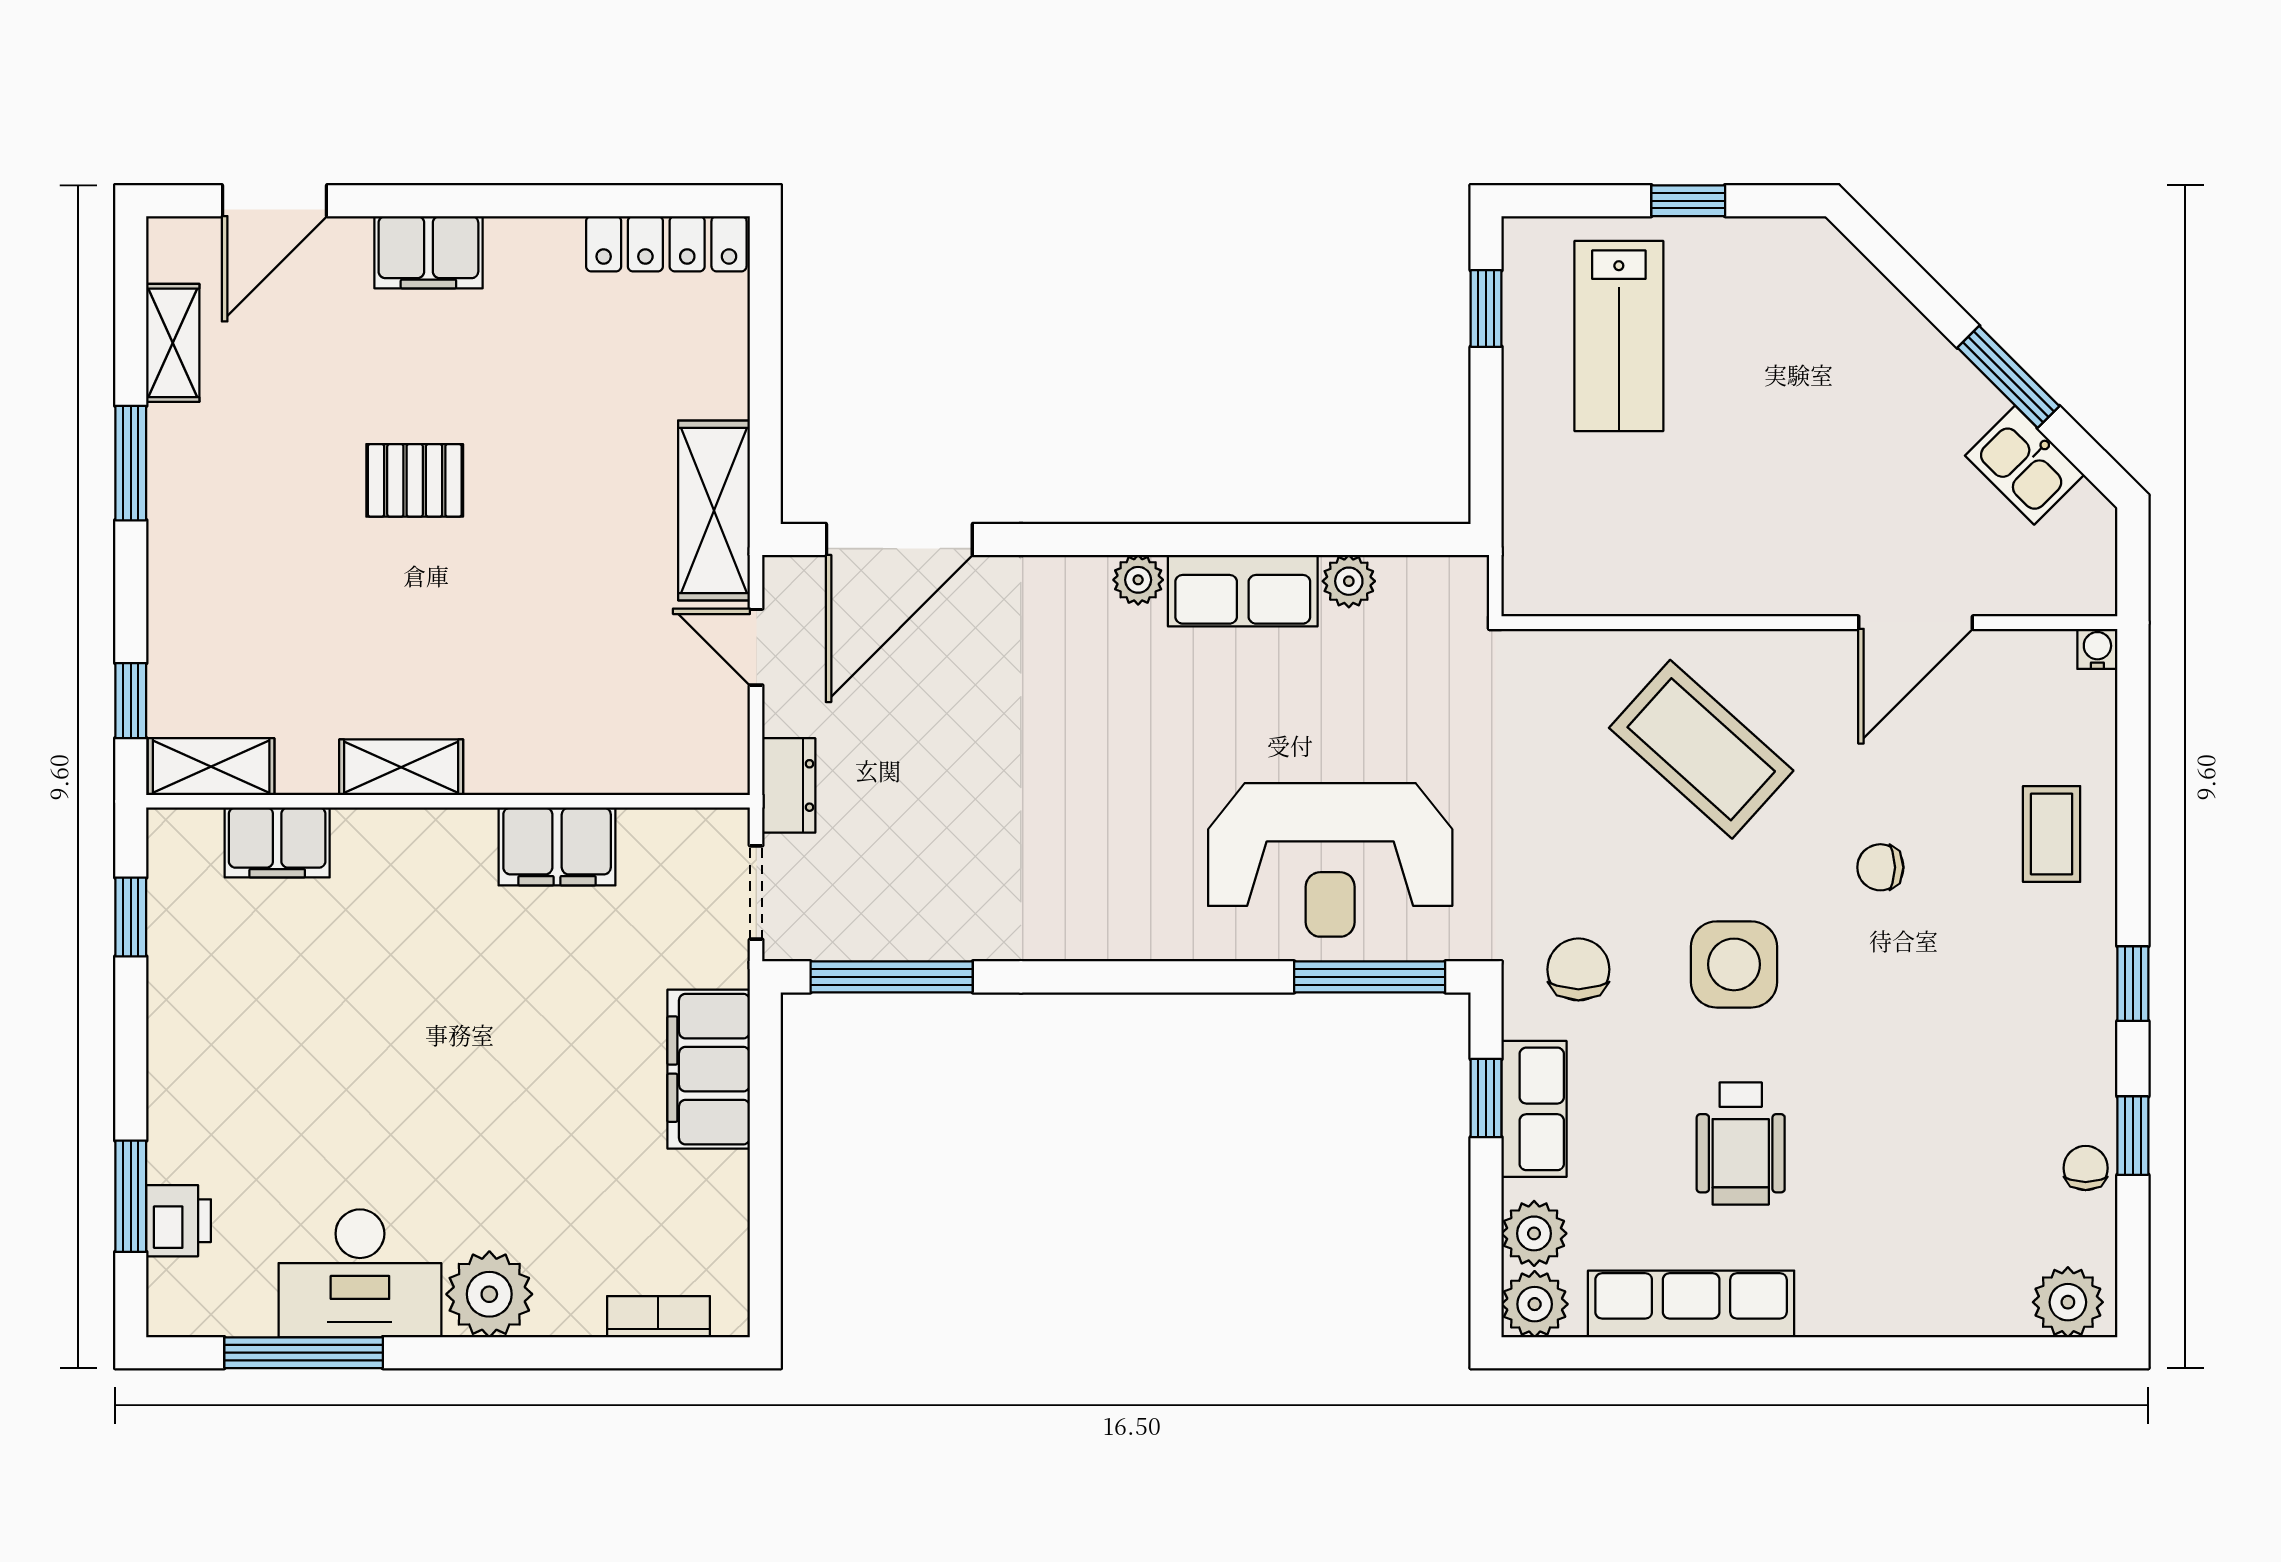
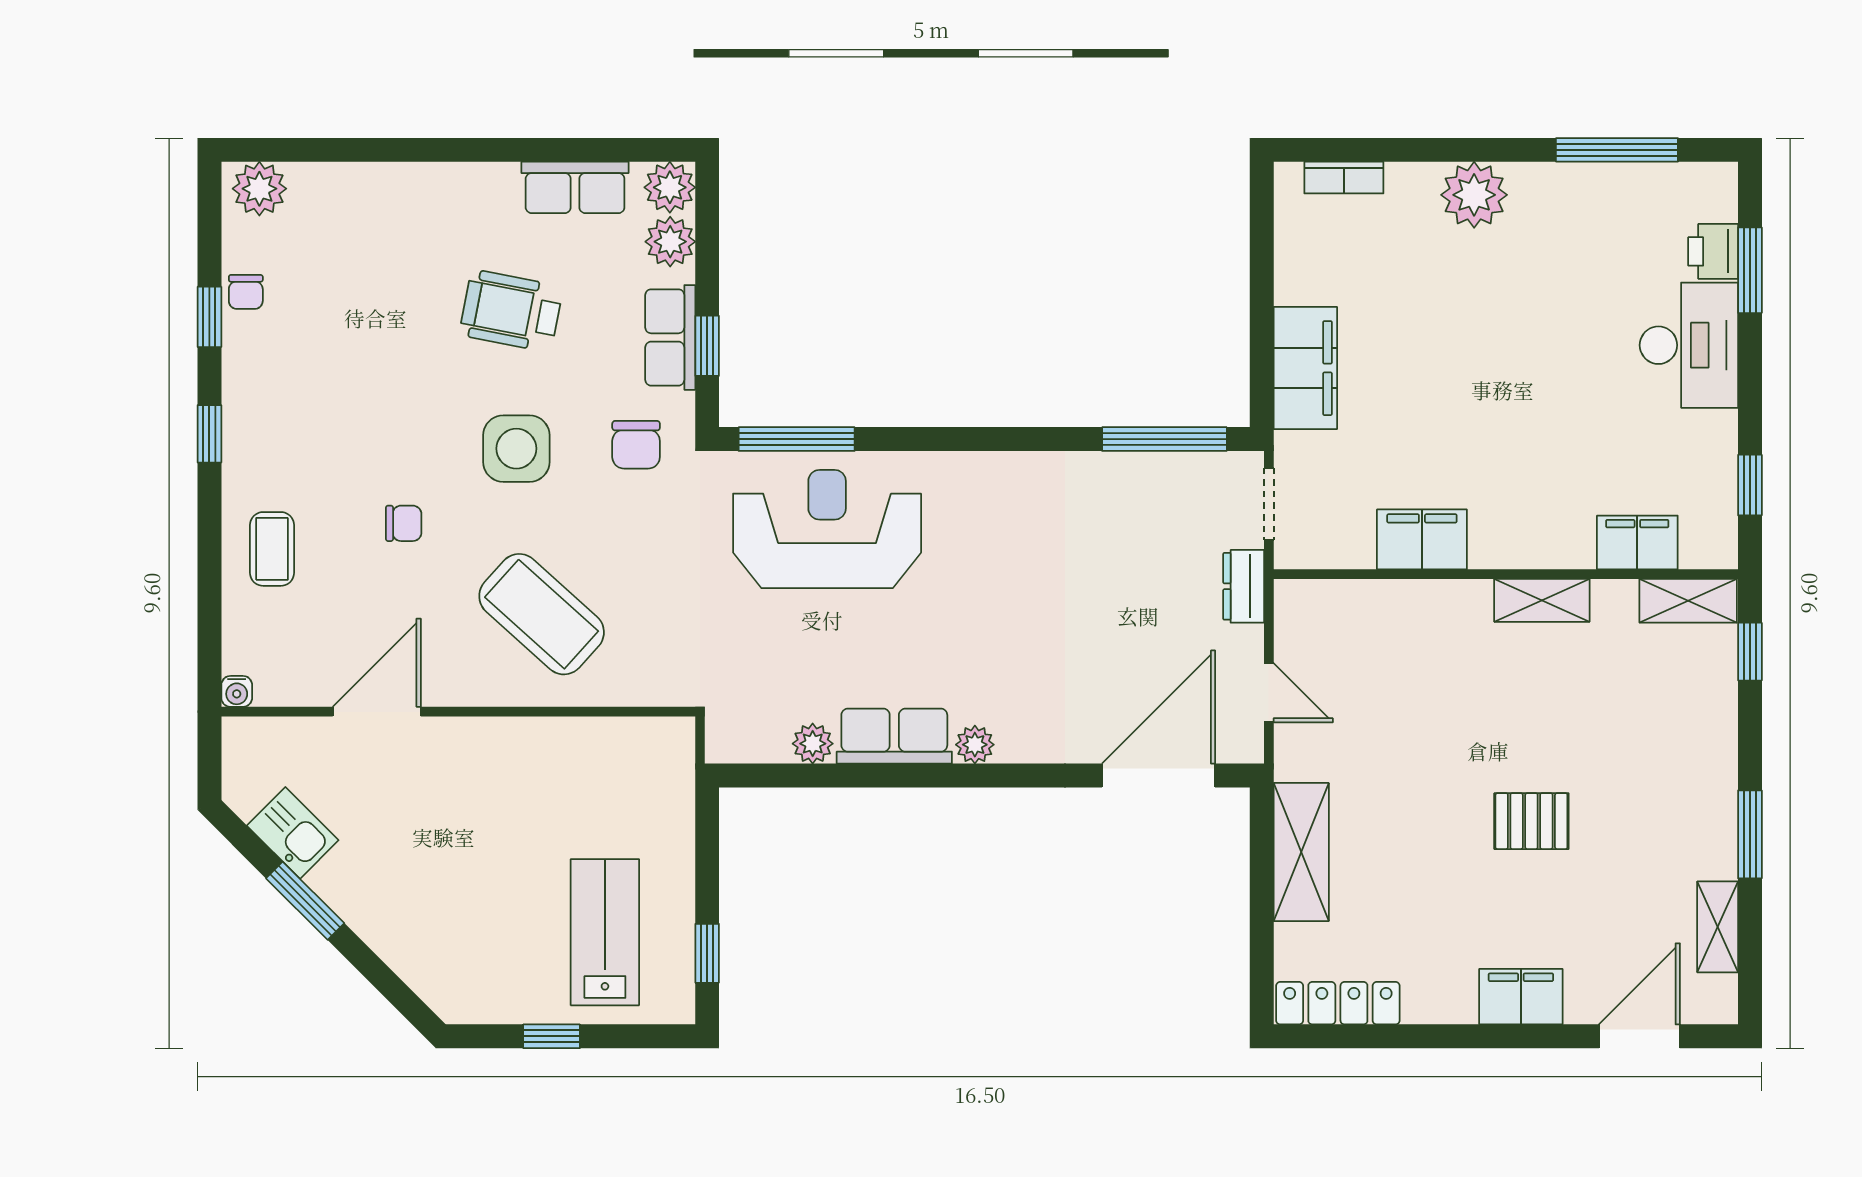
shelving: (714, 510) -> (1301, 852), moved
wheelchair: (1741, 1143) -> (511, 311), turned -79
desk: (360, 1273) -> (1689, 345), moved, turned 90
row of seats: (1691, 1304) -> (575, 187), width x0.68

